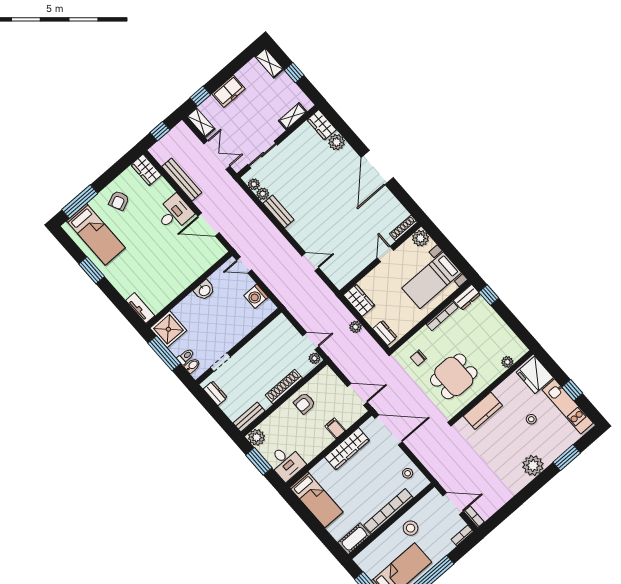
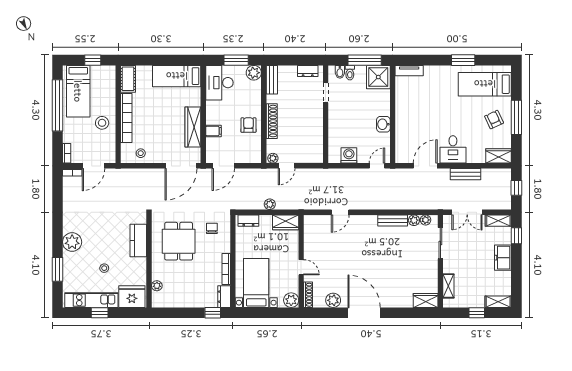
plant: (337, 142) -> (333, 300), moved
bench: (182, 180) -> (466, 174), width x0.73
window: (80, 201) -> (516, 117), moved
desk: (286, 462) -> (219, 83), width x1.37

